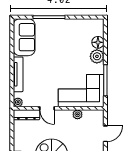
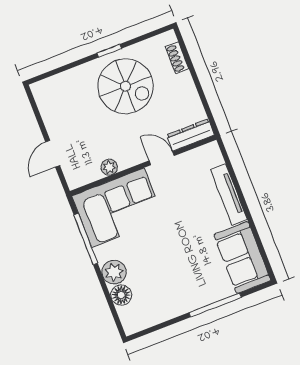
plant: (18, 102) -> (212, 150), removed

